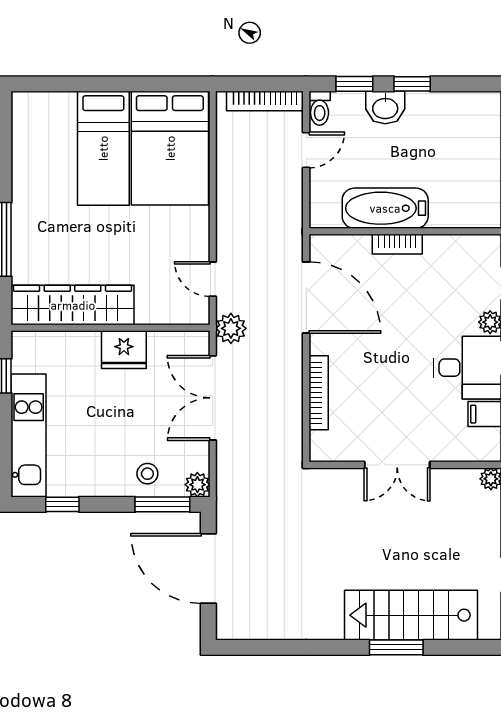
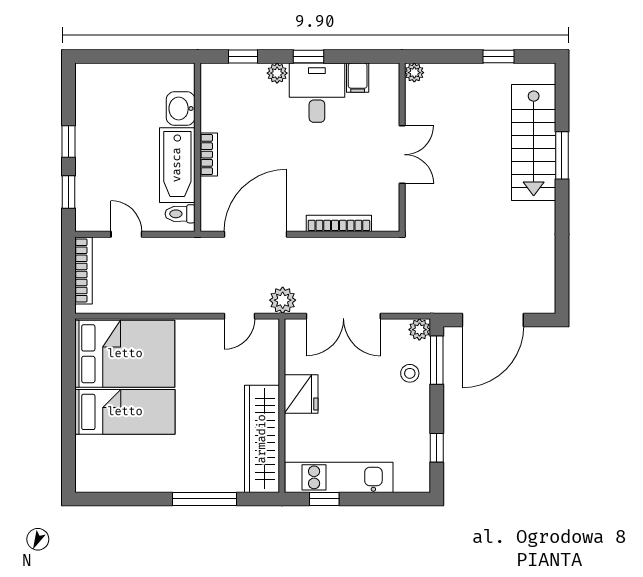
toilet: (320, 108) -> (180, 214), moved, turned 180
washbasin: (385, 108) -> (181, 109), moved, turned 180
kitchen unit: (29, 435) -> (339, 477), moved

